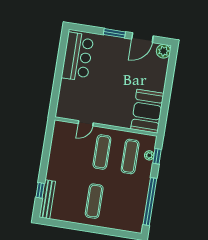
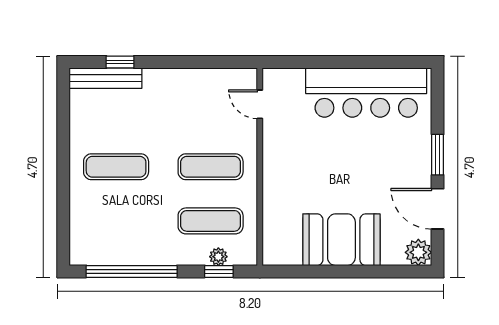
bar counter: (78, 57) -> (366, 93), width x1.36
booth: (147, 111) -> (341, 240), moved
door: (86, 123) -> (260, 104), moved

